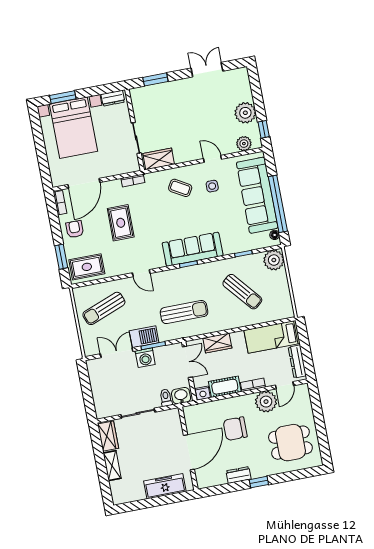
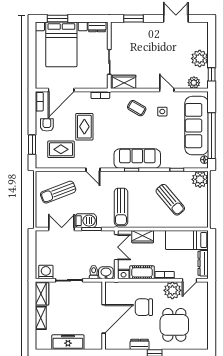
rug: (87, 267) -> (61, 149), moved
sun lounger: (184, 312) -> (121, 207), turned 90
washing machine: (145, 358) -> (46, 272), moved, turned 180
dining table: (290, 443) -> (174, 325), moved, turned 90
freezer: (165, 486) -> (68, 342), moved

